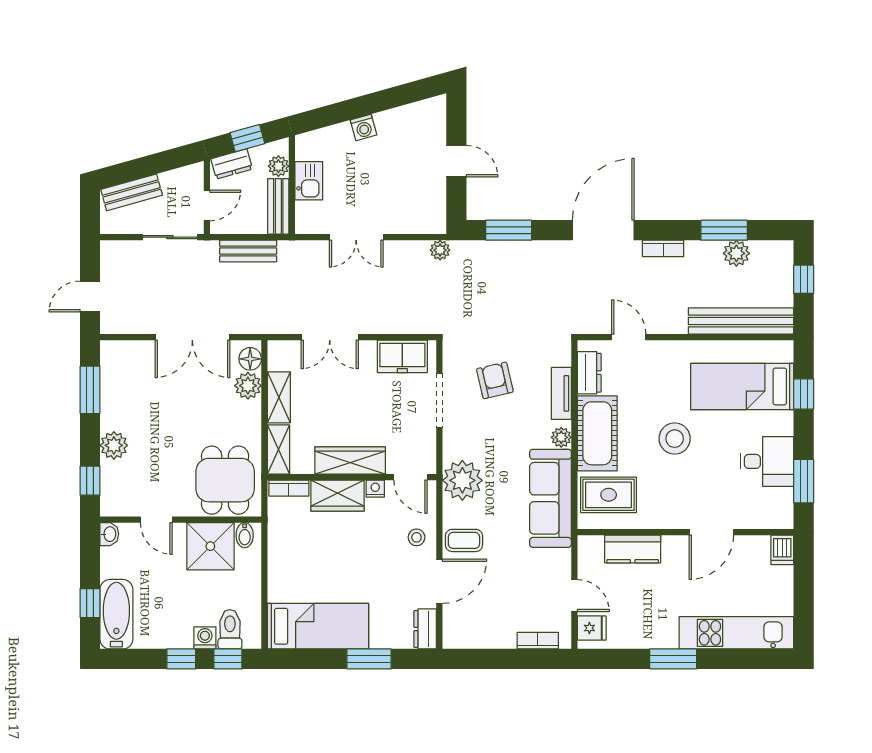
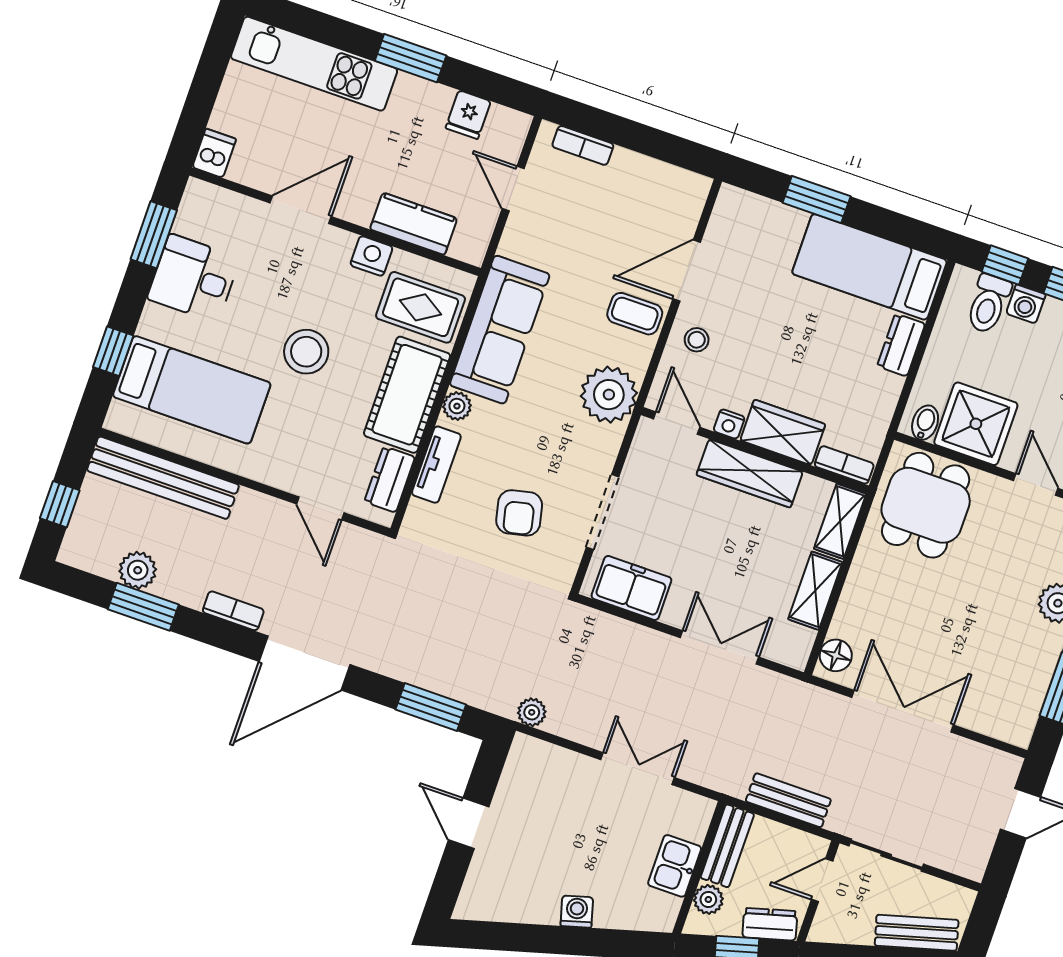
plant: (248, 386) -> (851, 621), removed
nightstand: (653, 518) -> (371, 256), added
fridge: (592, 628) -> (468, 115), moved, turned -90
dresser: (425, 629) -> (901, 345), moved, turned 180

